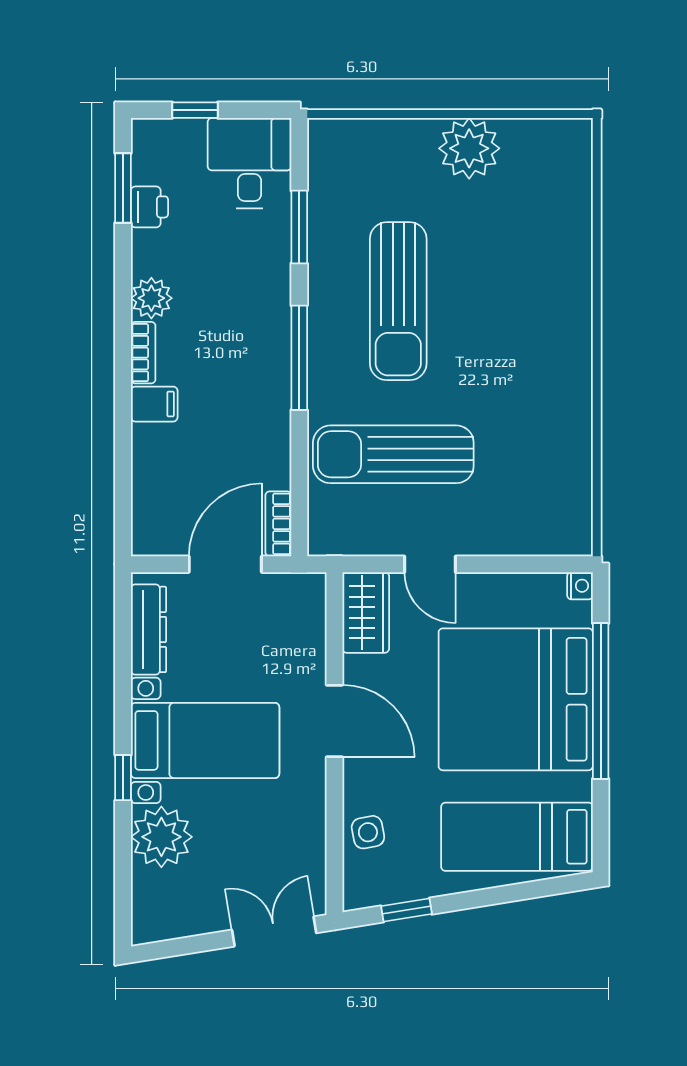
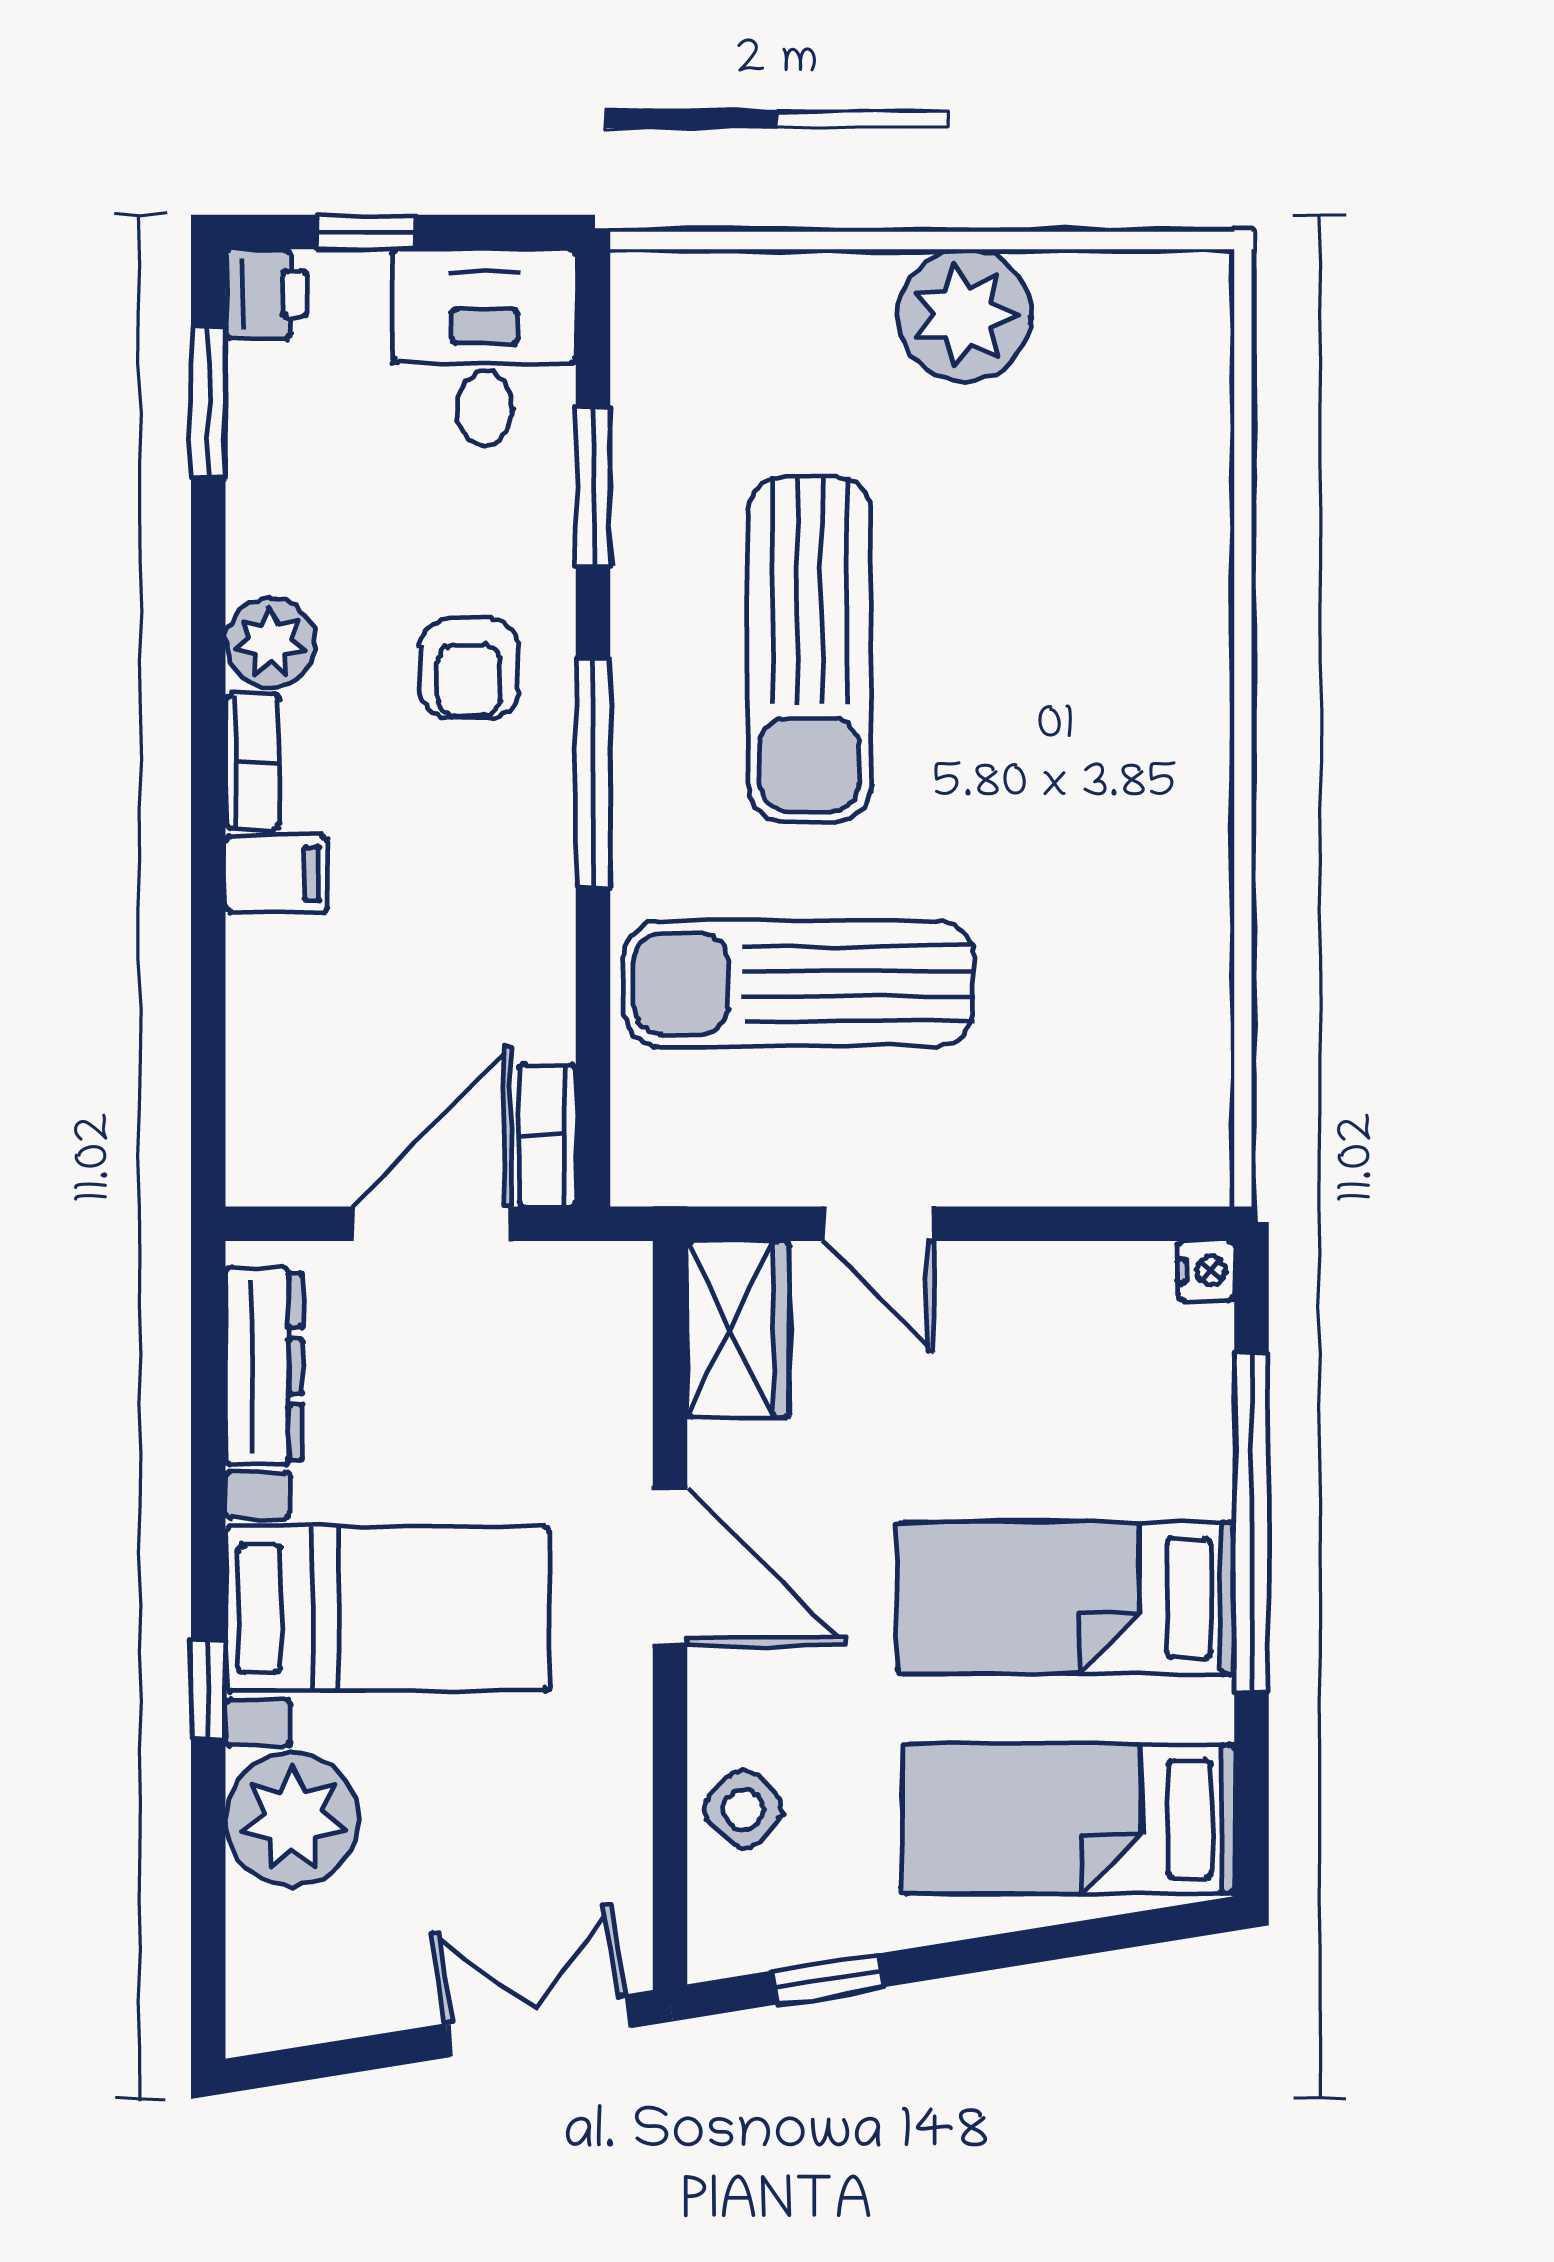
printer: (149, 207) -> (266, 294), moved
armchair: (242, 310) -> (469, 668), added
bed: (516, 699) -> (1066, 1598), width x0.49
side table: (368, 832) -> (743, 1809), turned -36

